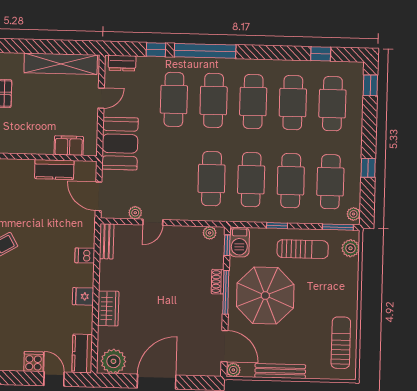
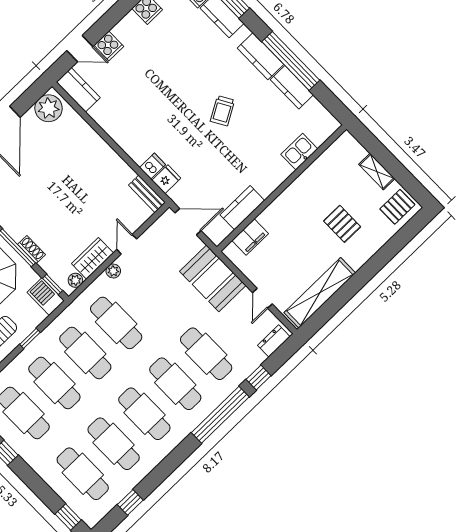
plant: (135, 213) -> (113, 271), moved
fridge: (83, 296) -> (166, 179), moved
wardrobe: (108, 308) -> (92, 258), moved, turned 90

